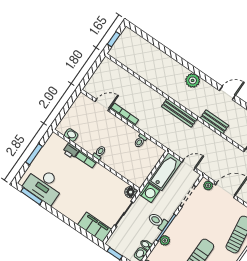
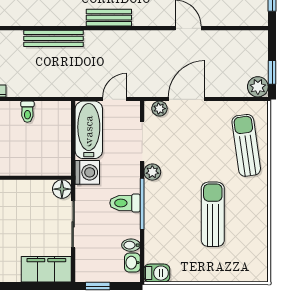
plant: (165, 240) -> (152, 172), moved

